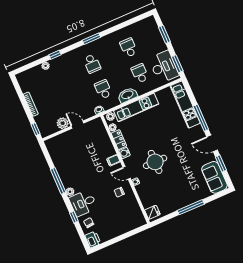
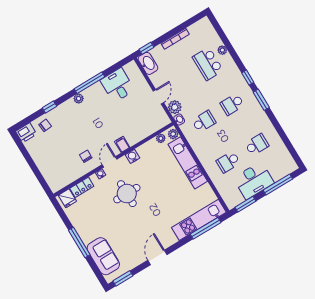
window: (164, 34) -> (278, 185), width x1.44
window: (55, 55) -> (248, 78), moved
desk: (164, 67) -> (254, 180), moved
school desk: (140, 73) -> (228, 162), turned 180
school desk: (55, 80) -> (208, 64), added
washbasin: (128, 95) -> (148, 63), moved
window: (201, 118) -> (206, 228), moved
plant: (63, 123) -> (175, 107), moved
locker: (119, 140) -> (82, 187), moved
window: (221, 164) -> (123, 278), moved
sofa: (214, 177) -> (103, 256), moved, turned 90
desk: (83, 203) -> (118, 85), moved

